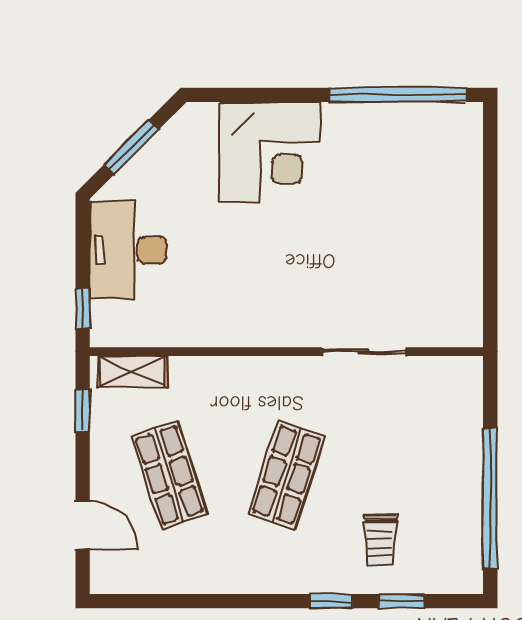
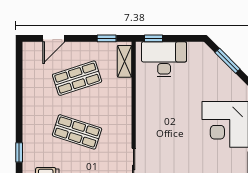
desk: (128, 250) -> (164, 59), moved

